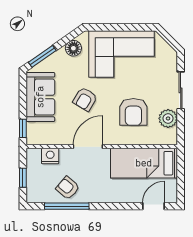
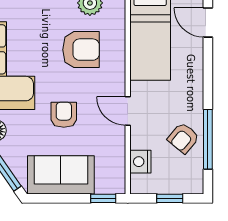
armchair: (85, 99) -> (64, 115), turned -121
door: (88, 147) -> (128, 111), width x0.73

